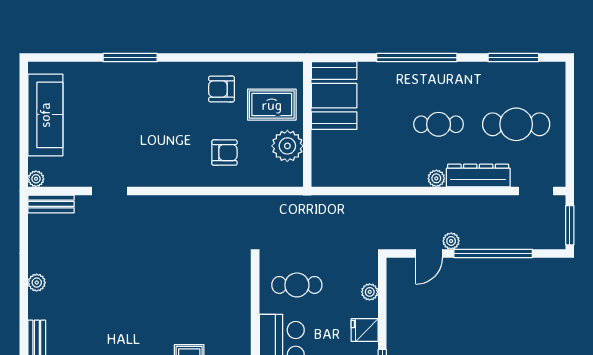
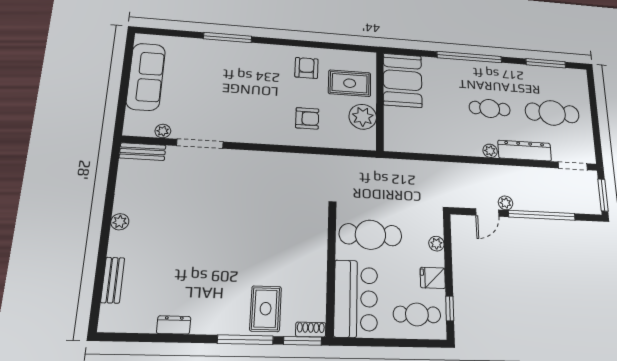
armchair: (222, 89) -> (306, 68), turned 90
plant: (36, 179) -> (163, 131), moved
doorway: (110, 191) -> (200, 144), width x1.38
cafe table: (297, 285) -> (370, 235), width x1.37, depth x1.35

